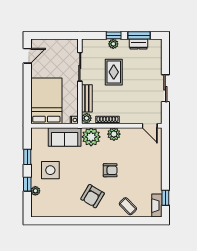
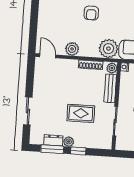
plant: (113, 44) -> (69, 142), moved
rug: (114, 72) -> (81, 113), turned 90
sliding door: (165, 88) -> (28, 111), moved
plant: (114, 134) -> (72, 49), moved
armchair: (110, 170) -> (91, 13), turned -90

